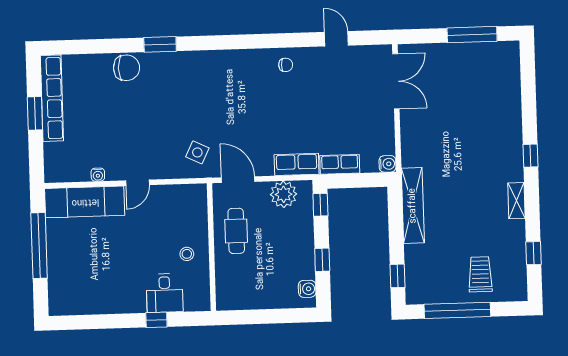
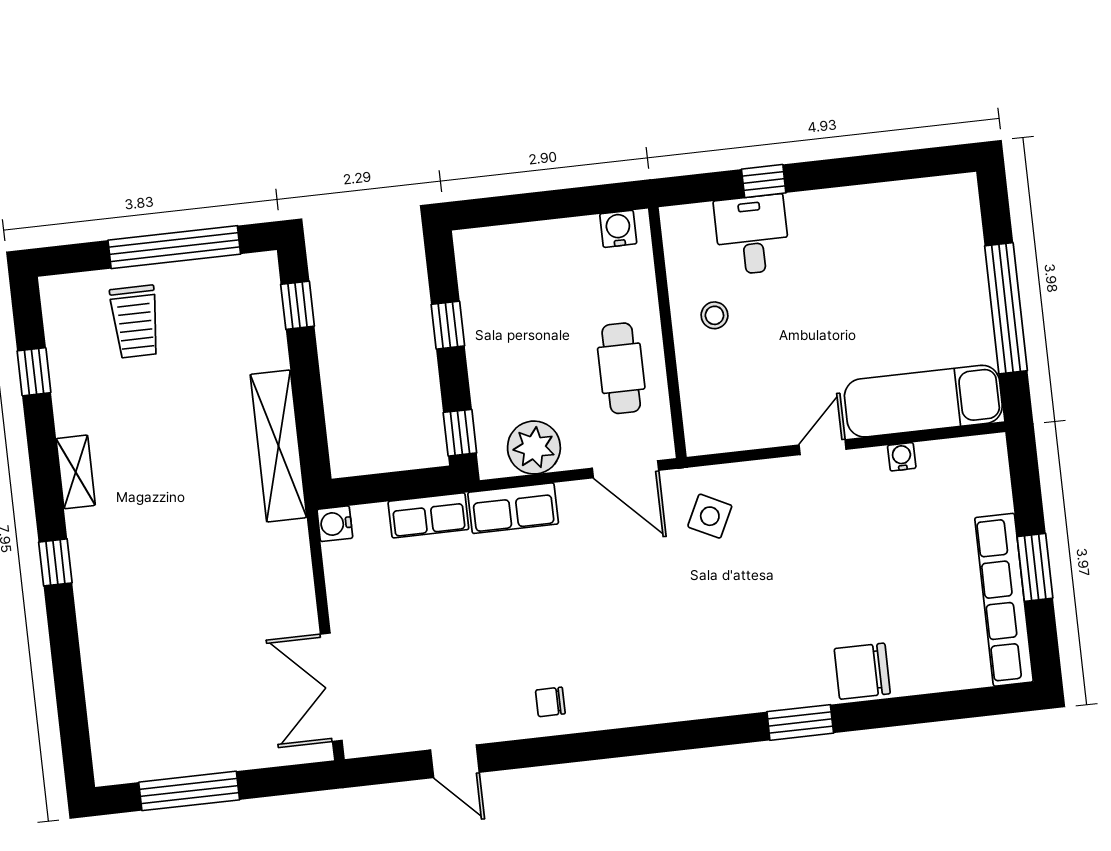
water cooler: (307, 289) -> (618, 229), moved, turned 90

